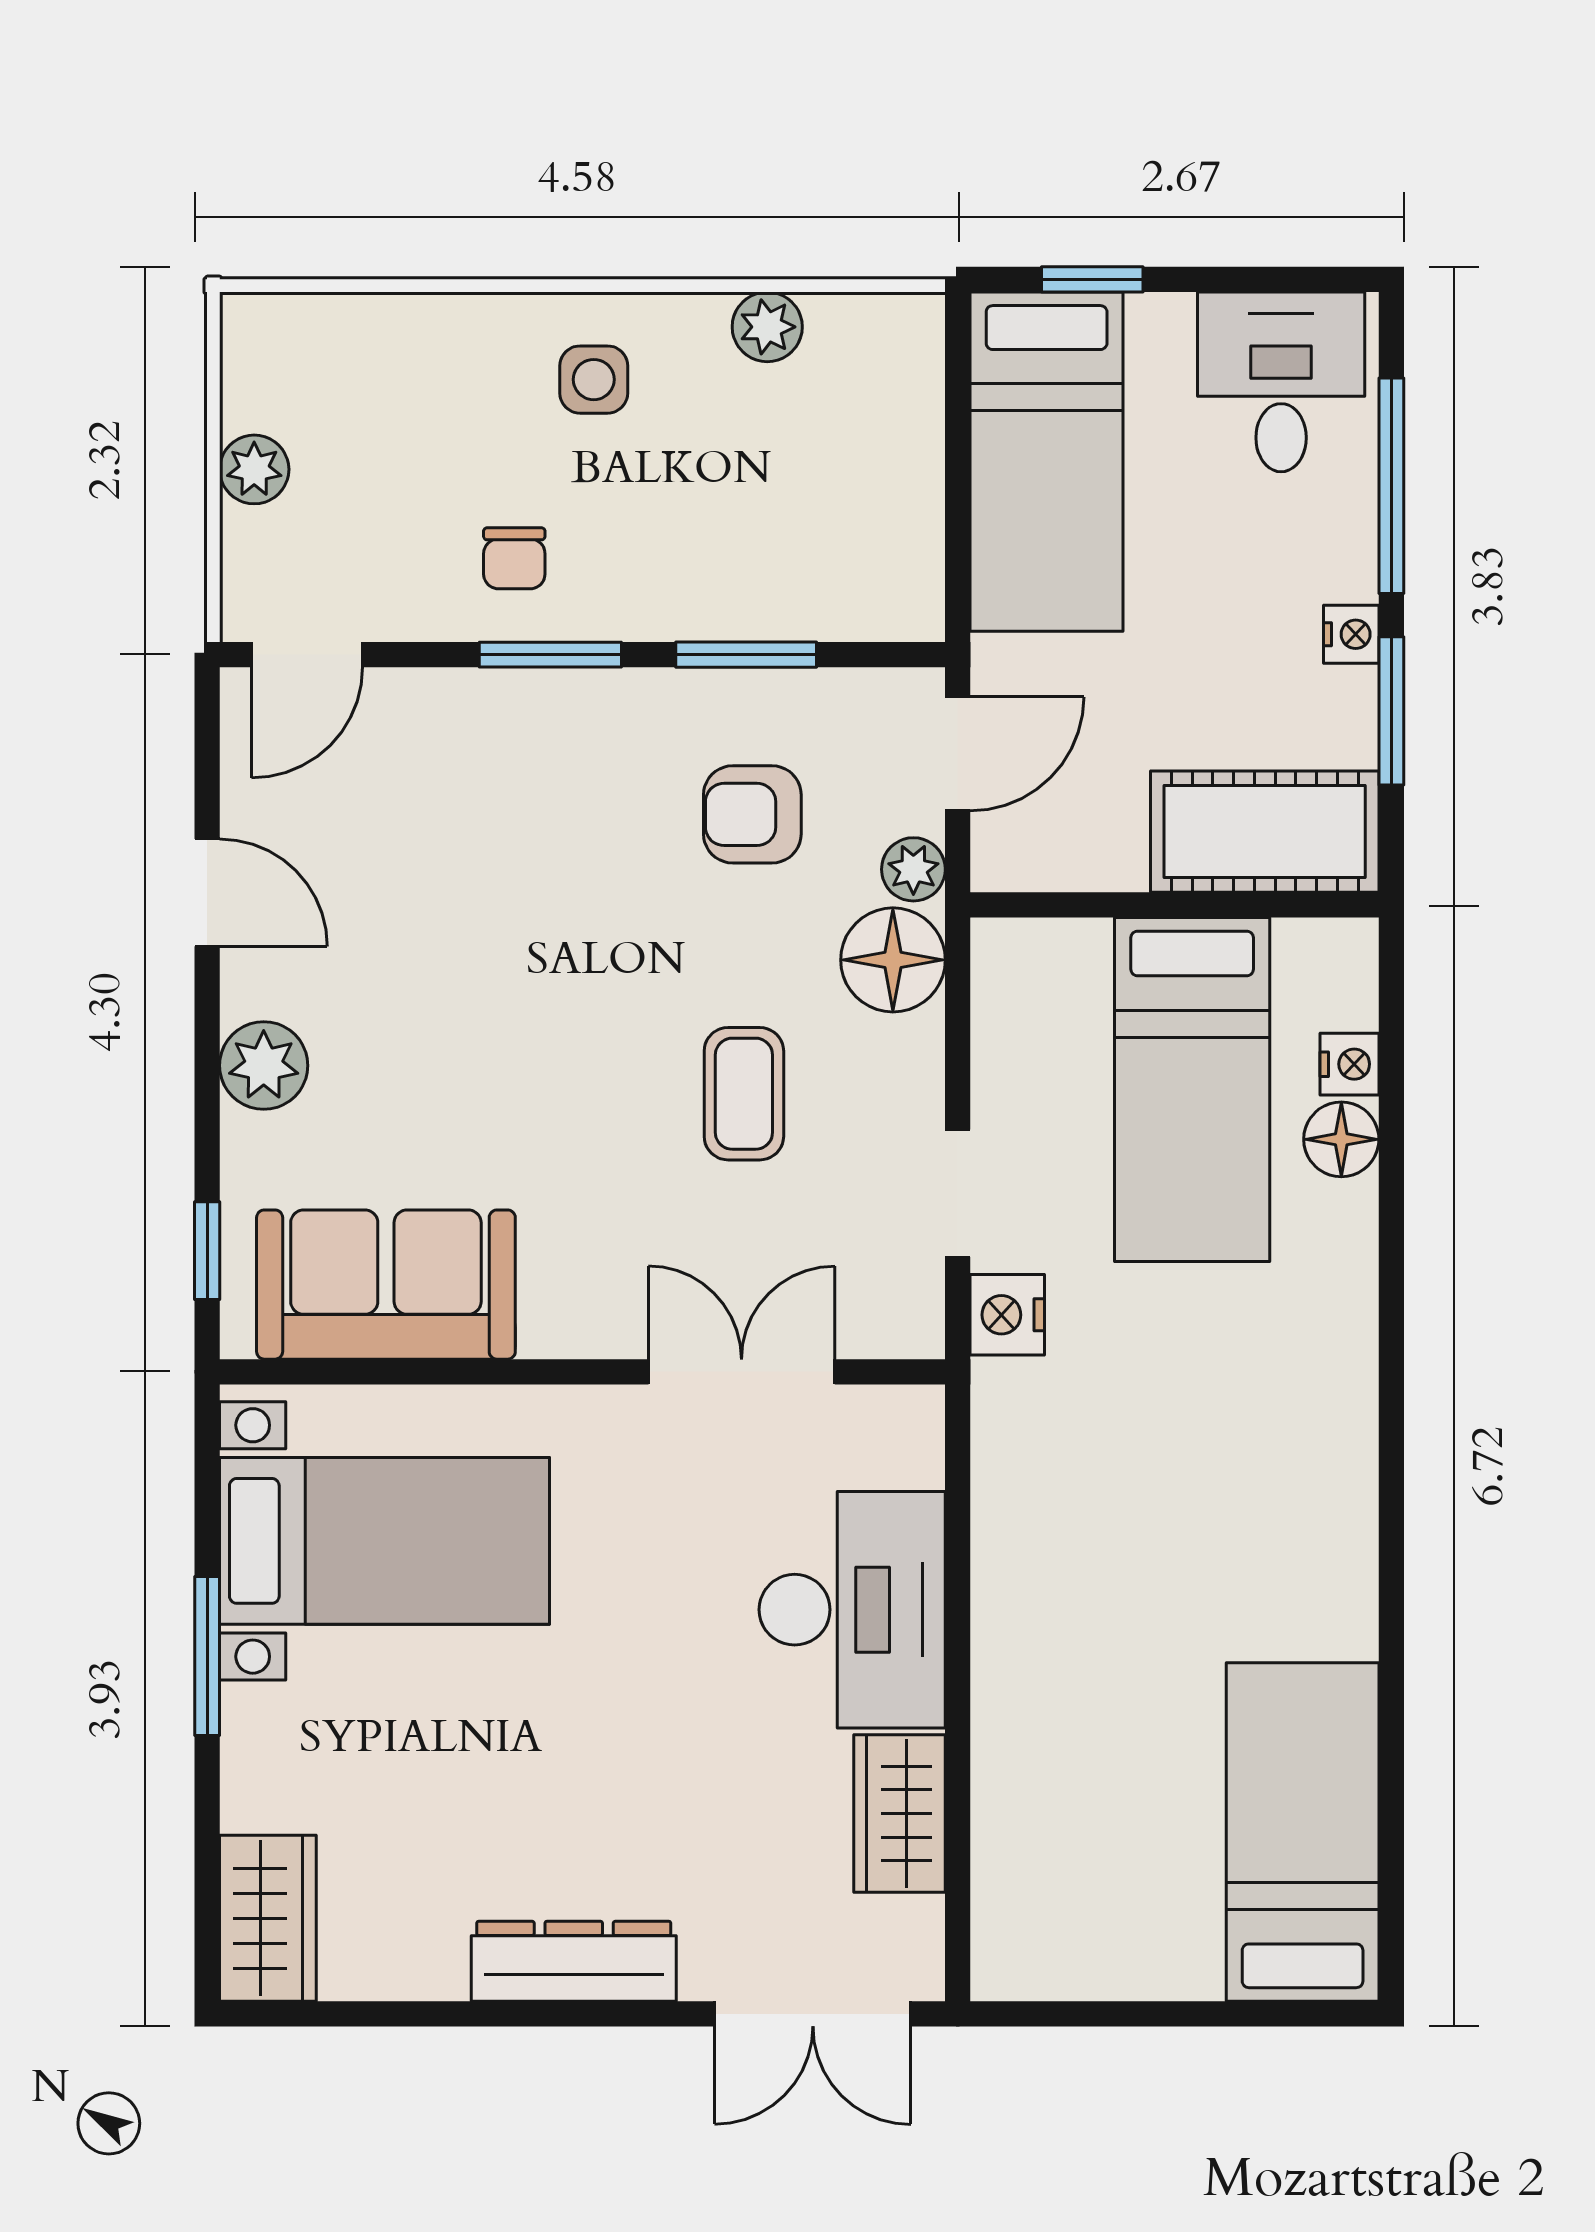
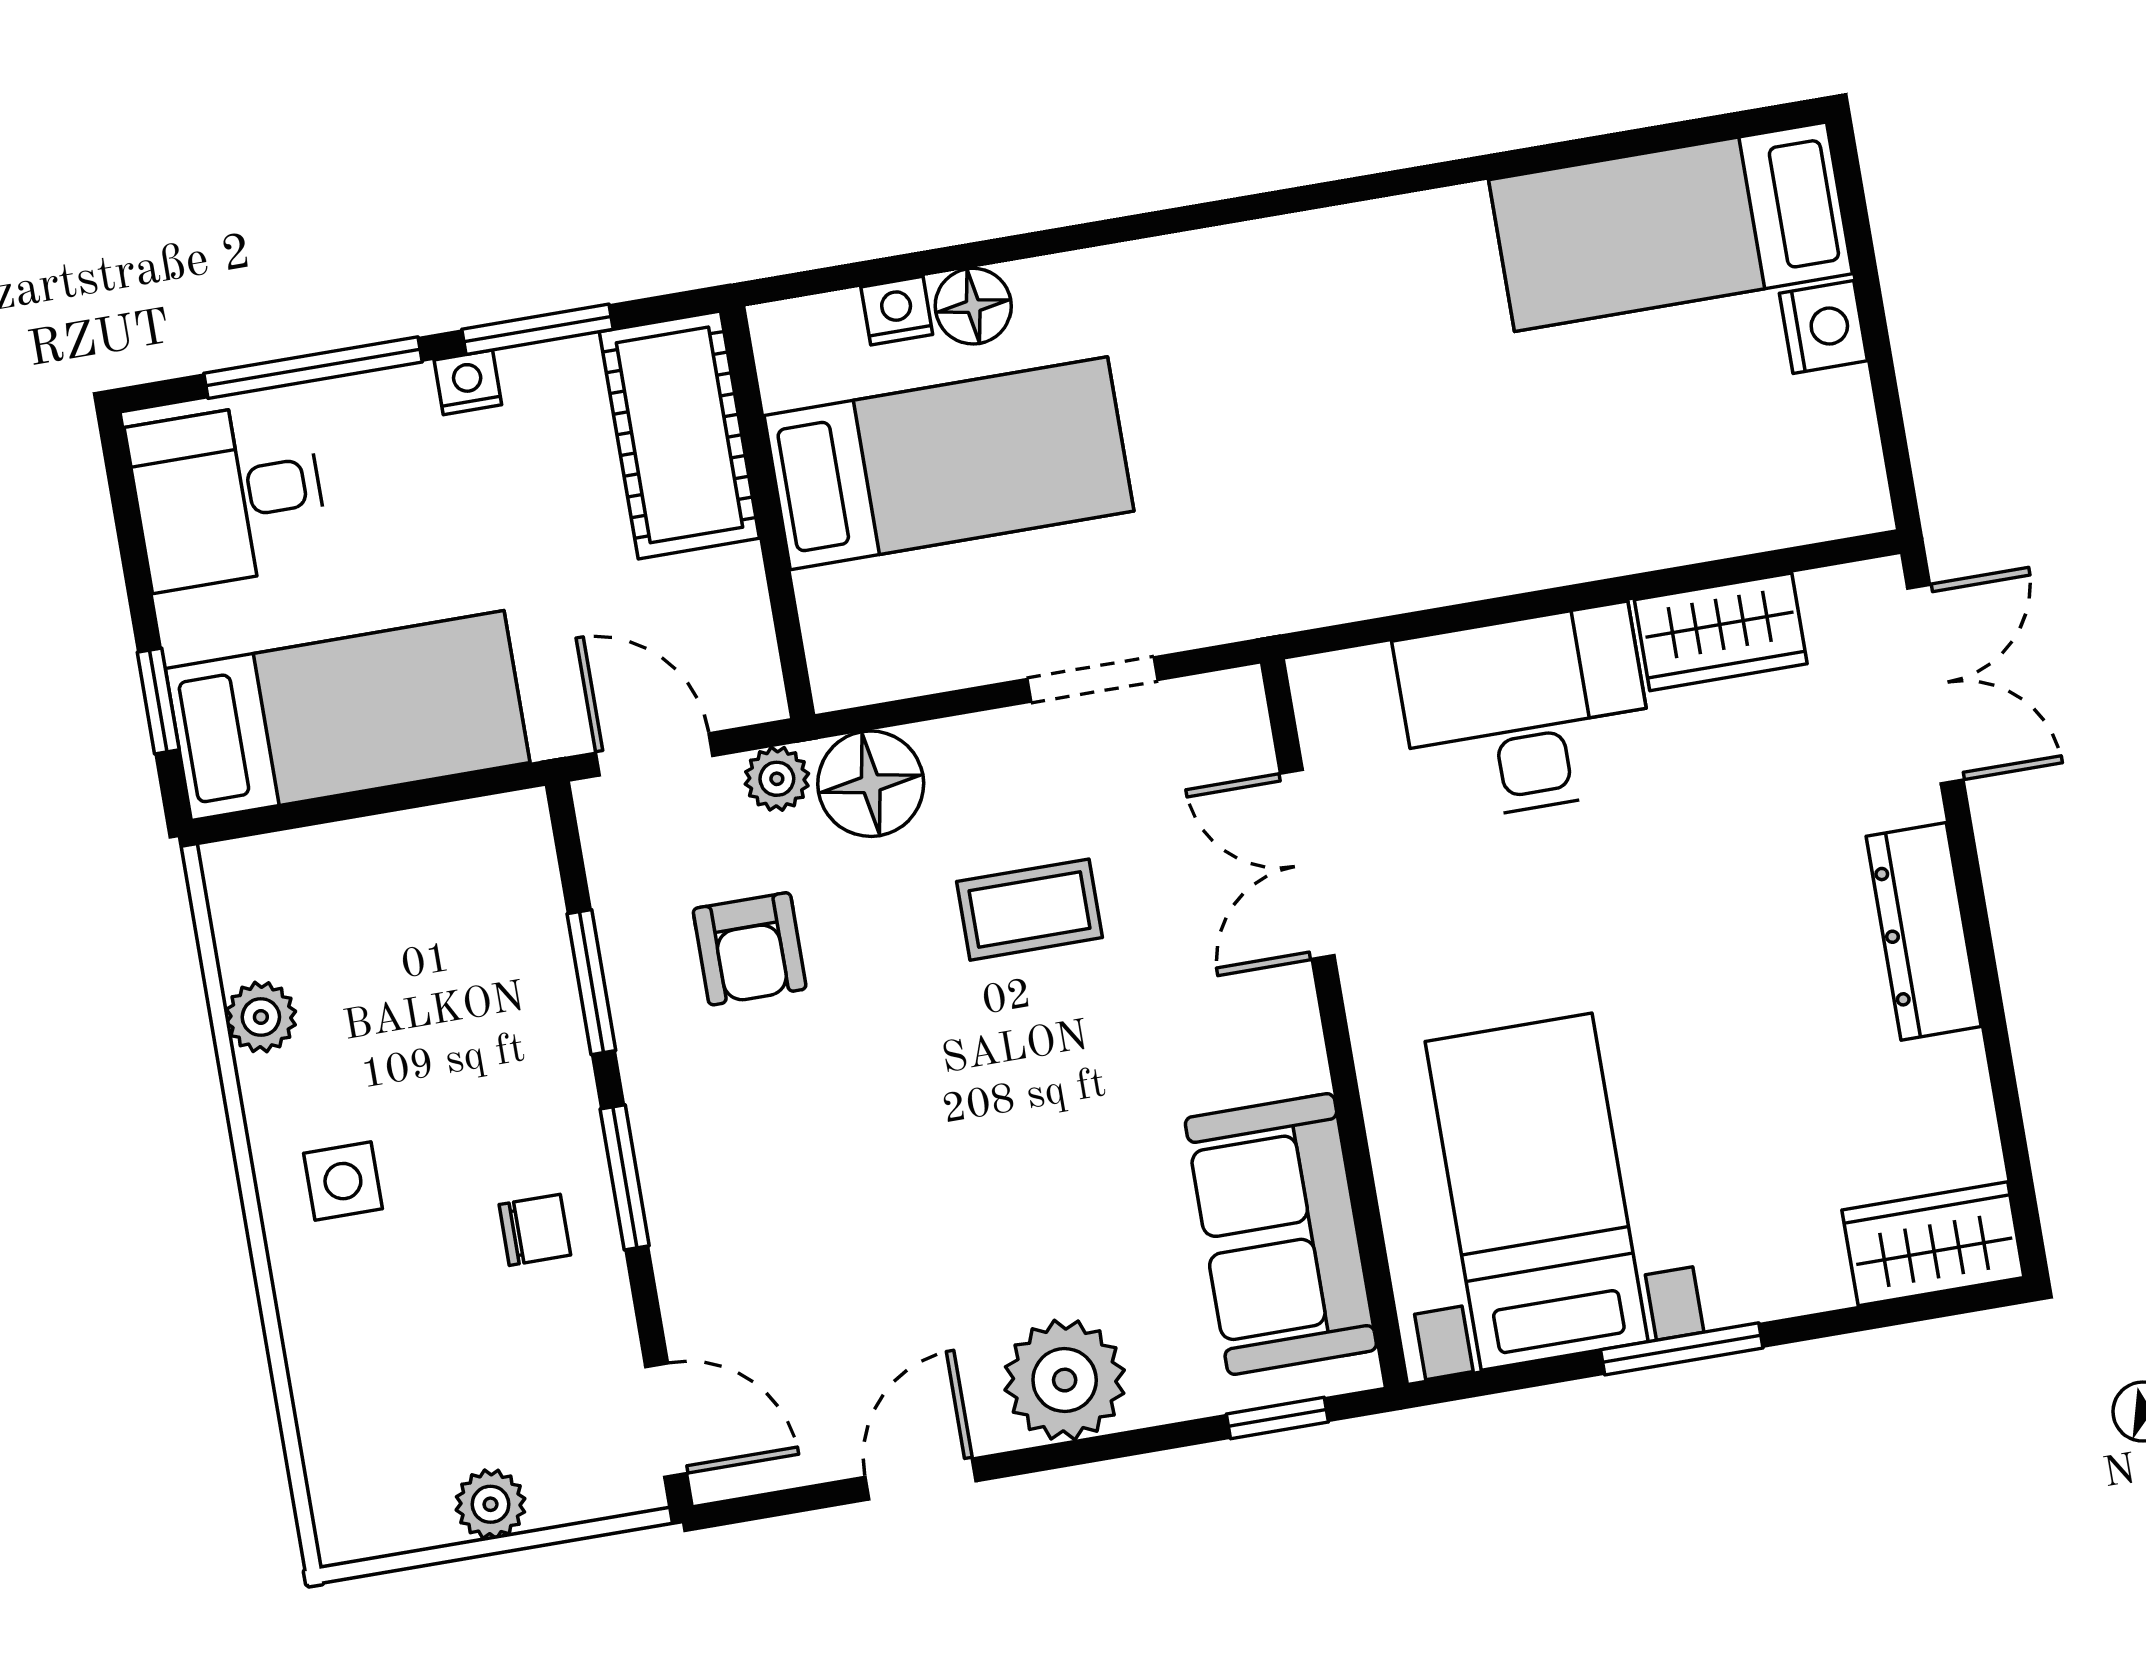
plant: (264, 1066) -> (1065, 1380), width x1.36, depth x1.36
nightstand: (1007, 1315) -> (1823, 327), moved, turned -90

